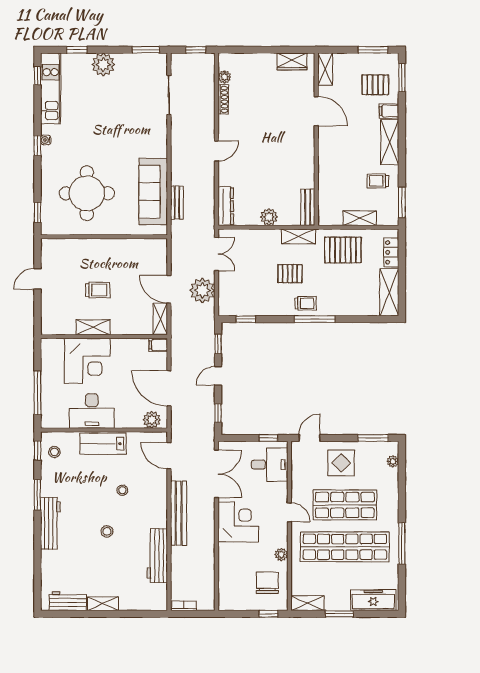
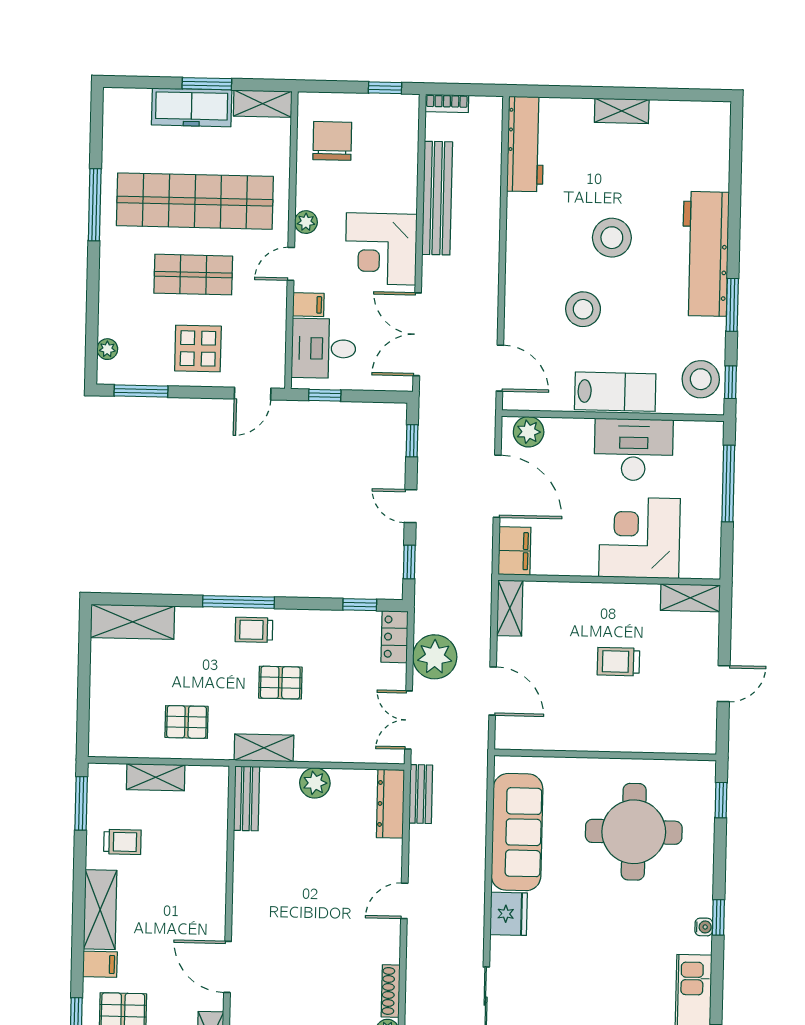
fridge: (157, 145) -> (509, 914), added
bench: (177, 203) -> (421, 794), moved
pallet: (343, 250) -> (187, 722), width x0.67, depth x0.71
locker: (391, 252) -> (395, 637), moved, turned 180
door: (169, 289) -> (493, 691), moved
shelving: (389, 292) -> (133, 622), moved, turned 90
shelving: (93, 327) -> (690, 598), moved
filing cabinet: (158, 345) -> (514, 551), width x2.00
door: (218, 376) -> (411, 506), swing flipped
stool: (54, 452) -> (701, 379), width x1.89, depth x1.89
filing cabinet: (279, 489) -> (308, 305), added
stool: (122, 490) -> (583, 309), width x1.89, depth x1.89
shop shelf: (345, 505) -> (193, 275), width x0.70, depth x0.74
door: (289, 512) -> (291, 264), hinge flipped
bench: (179, 513) -> (437, 198), moved
workbench: (50, 523) -> (705, 254), width x1.36, depth x1.32
stool: (107, 531) -> (612, 238), width x1.89, depth x1.89
plant: (281, 555) -> (306, 222), moved
workbench: (157, 556) -> (526, 144), moved
chair: (267, 583) -> (332, 141), turned 180
freezer: (373, 600) -> (192, 107), moved
workbench: (68, 601) -> (683, 117), removed
bookcase: (184, 606) -> (447, 103), moved
window: (268, 614) -> (385, 88), moved

